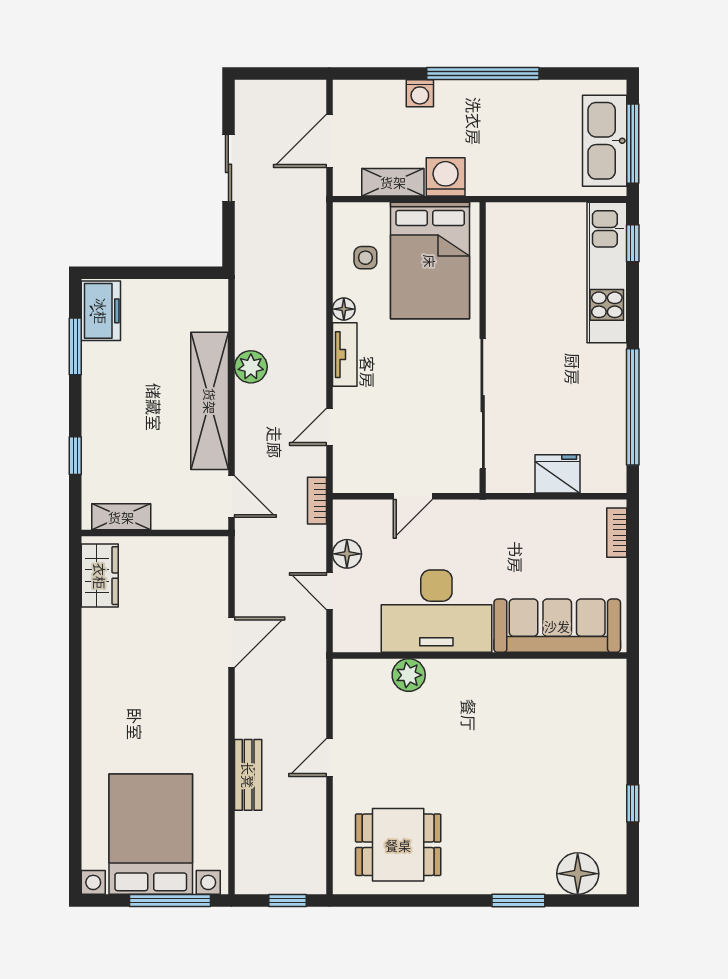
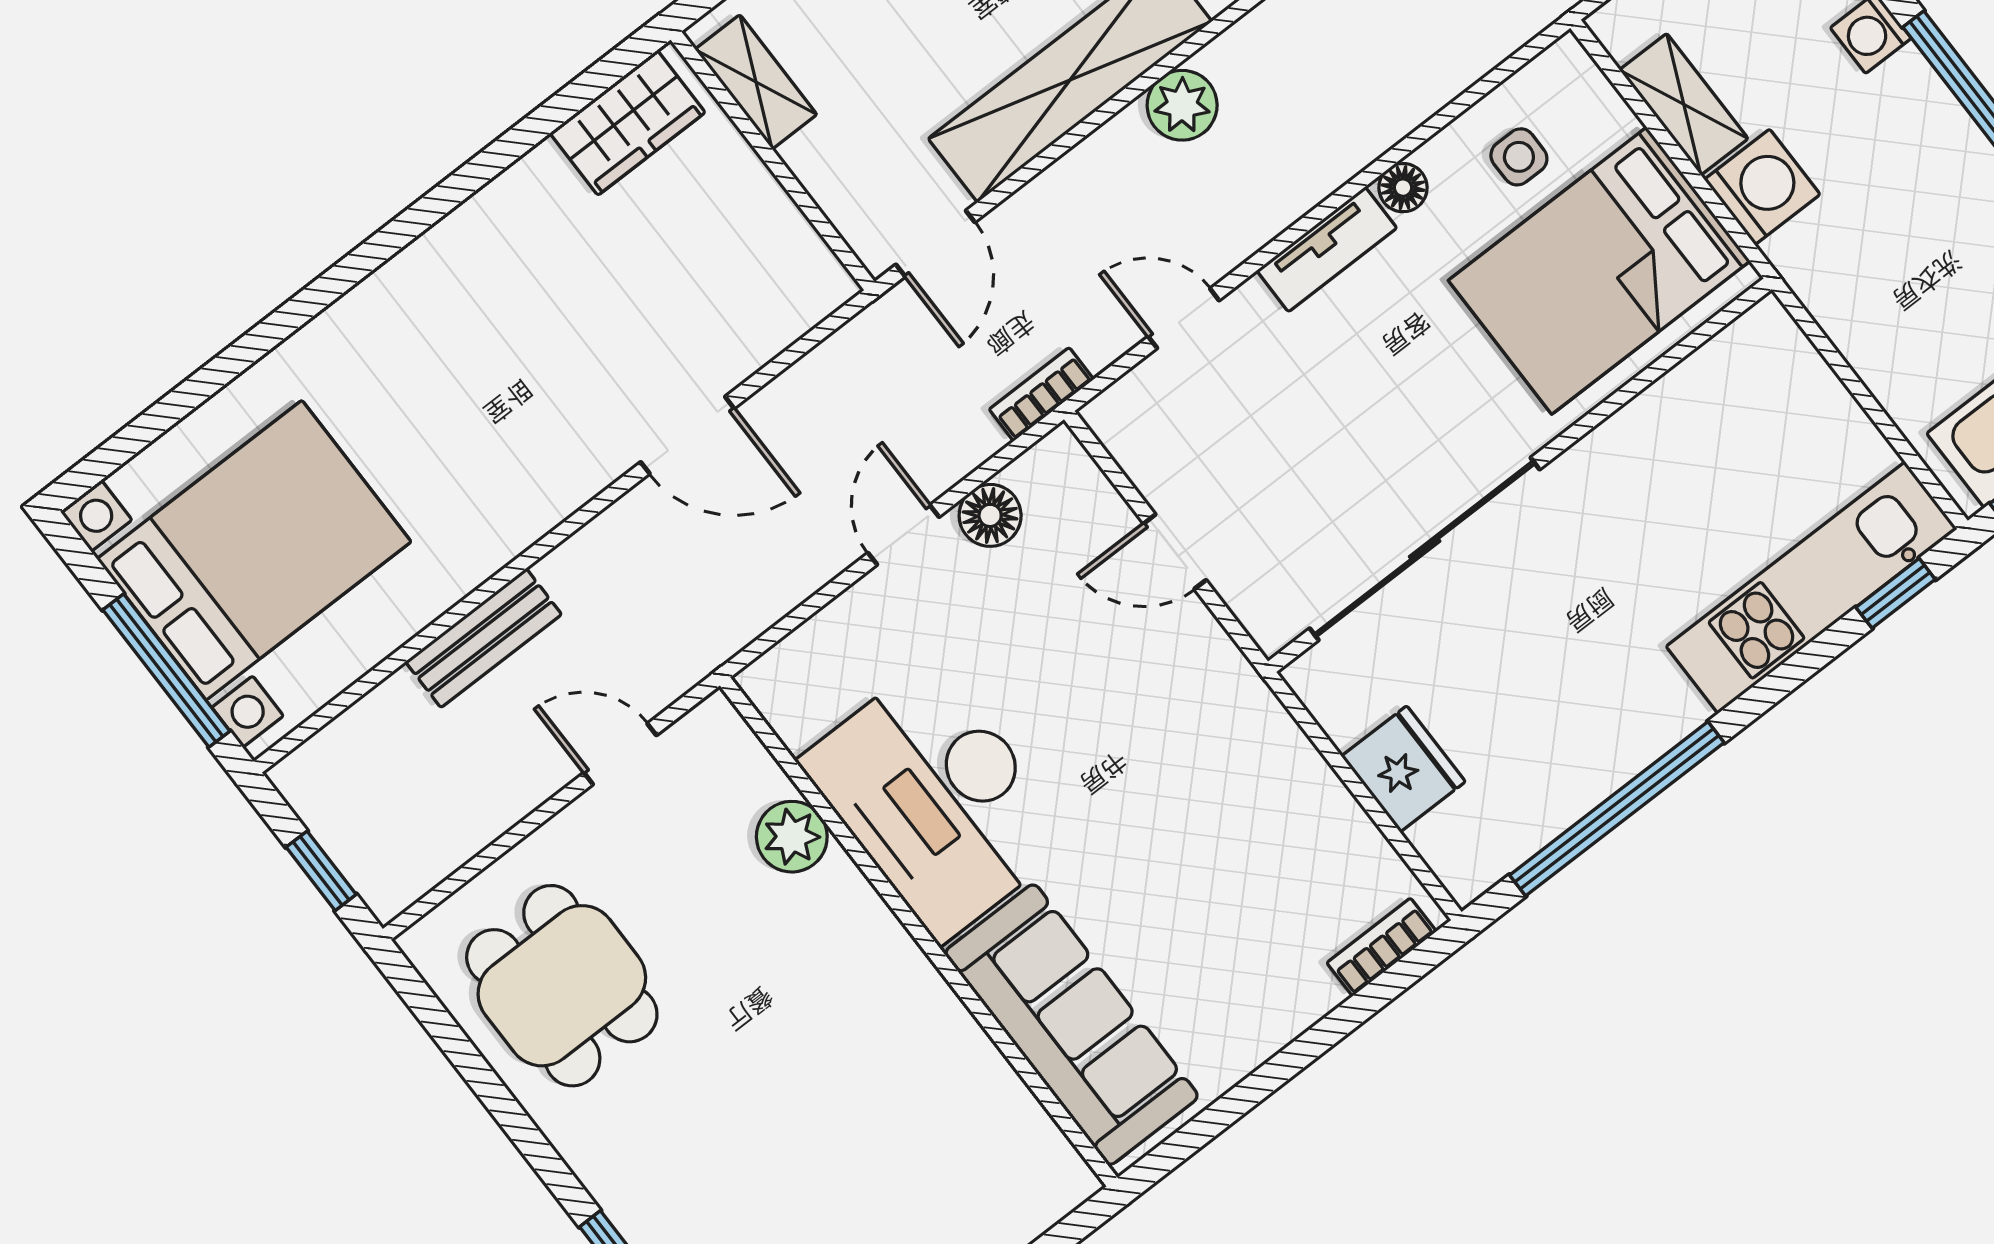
desk: (436, 611) -> (937, 800), moved
sofa: (557, 626) -> (1071, 1025), moved
wall: (480, 656) -> (918, 932), moved
plant: (409, 675) -> (792, 837), moved

